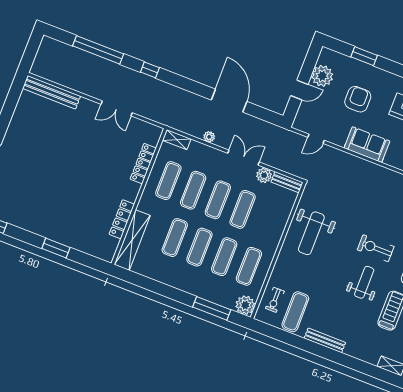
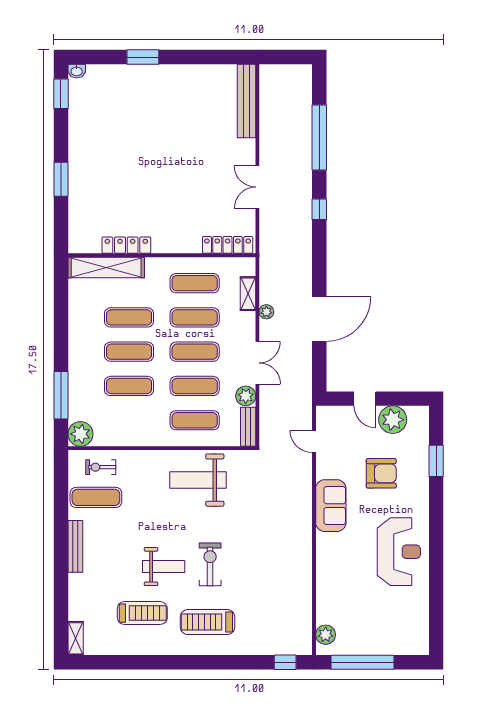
shelving: (177, 140) -> (248, 294), moved
locker: (143, 164) -> (228, 245), moved
exercise mat: (249, 266) -> (195, 420), moved

